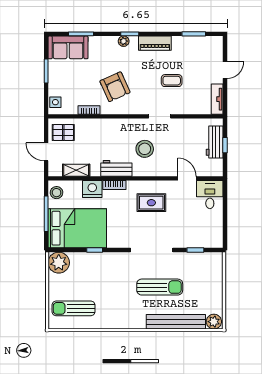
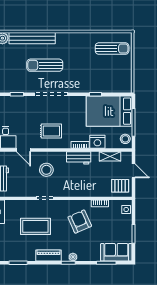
coffee table: (172, 81) -> (35, 226), width x1.86, depth x1.72
stool: (145, 149) -> (46, 170), moved
plant: (59, 263) -> (124, 84), removed

